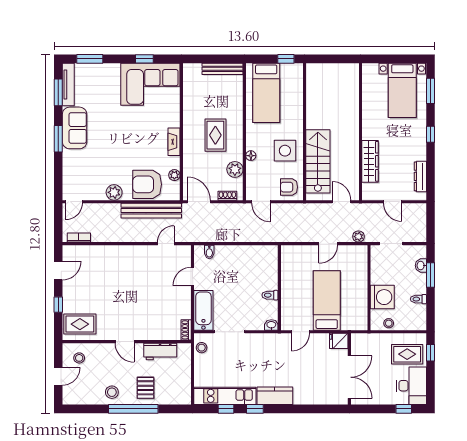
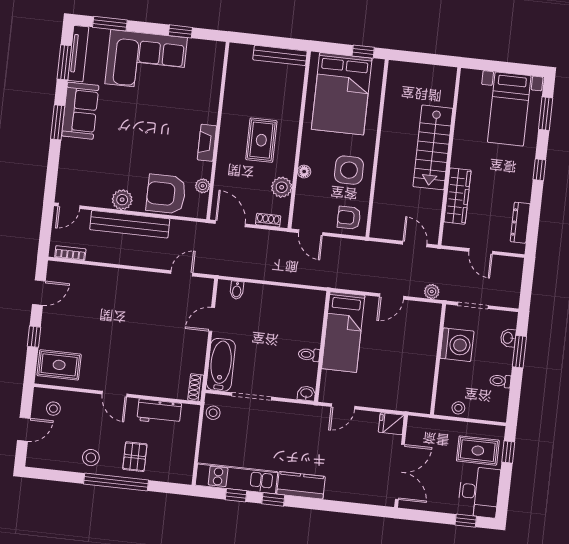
corner sofa: (150, 84) -> (146, 61), moved
bed: (266, 93) -> (342, 94), width x1.50
stairs: (318, 161) -> (433, 147), moved, turned 180
bench: (151, 211) -> (130, 224), moved
washing machine: (382, 297) -> (457, 345), moved
bed: (327, 301) -> (343, 332), moved, turned 180

